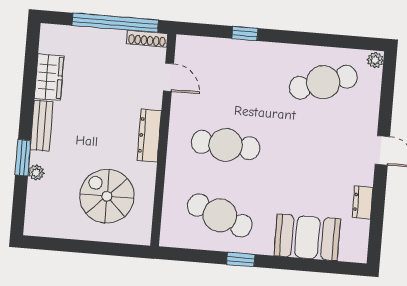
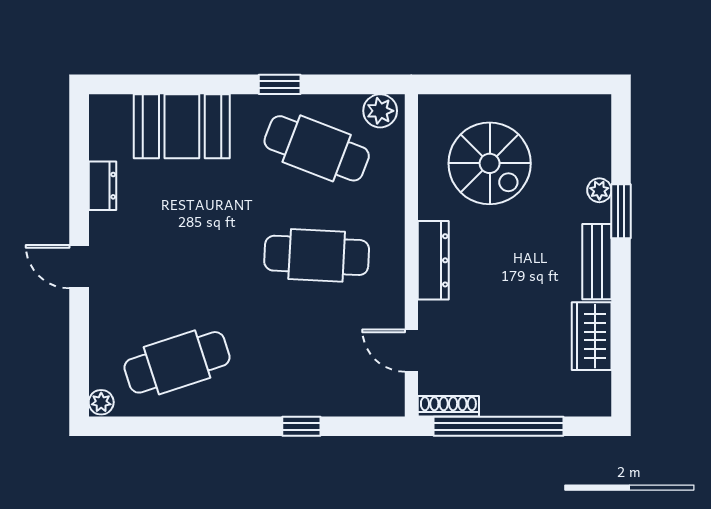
plant: (176, 237) -> (380, 111), added

